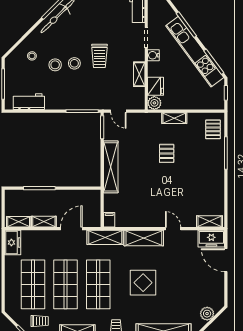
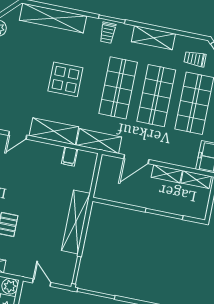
door: (118, 111) -> (42, 283), moved
filing cabinet: (109, 220) -> (69, 156), moved
door: (173, 229) -> (18, 135), hinge flipped

